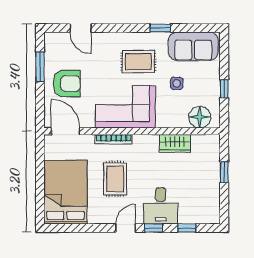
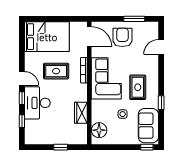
armchair: (67, 84) -> (122, 37), turned 180
window: (224, 89) -> (147, 147), moved
door: (66, 131) -> (89, 37), hinge flipped
desk: (161, 206) -> (37, 103), width x1.37

